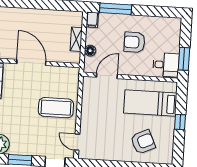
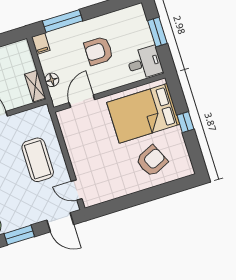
shelving: (76, 39) -> (35, 86), moved
window: (184, 59) -> (157, 32), moved
bed: (150, 103) -> (143, 113), width x1.50
coffee table: (56, 108) -> (38, 160), turned 90

